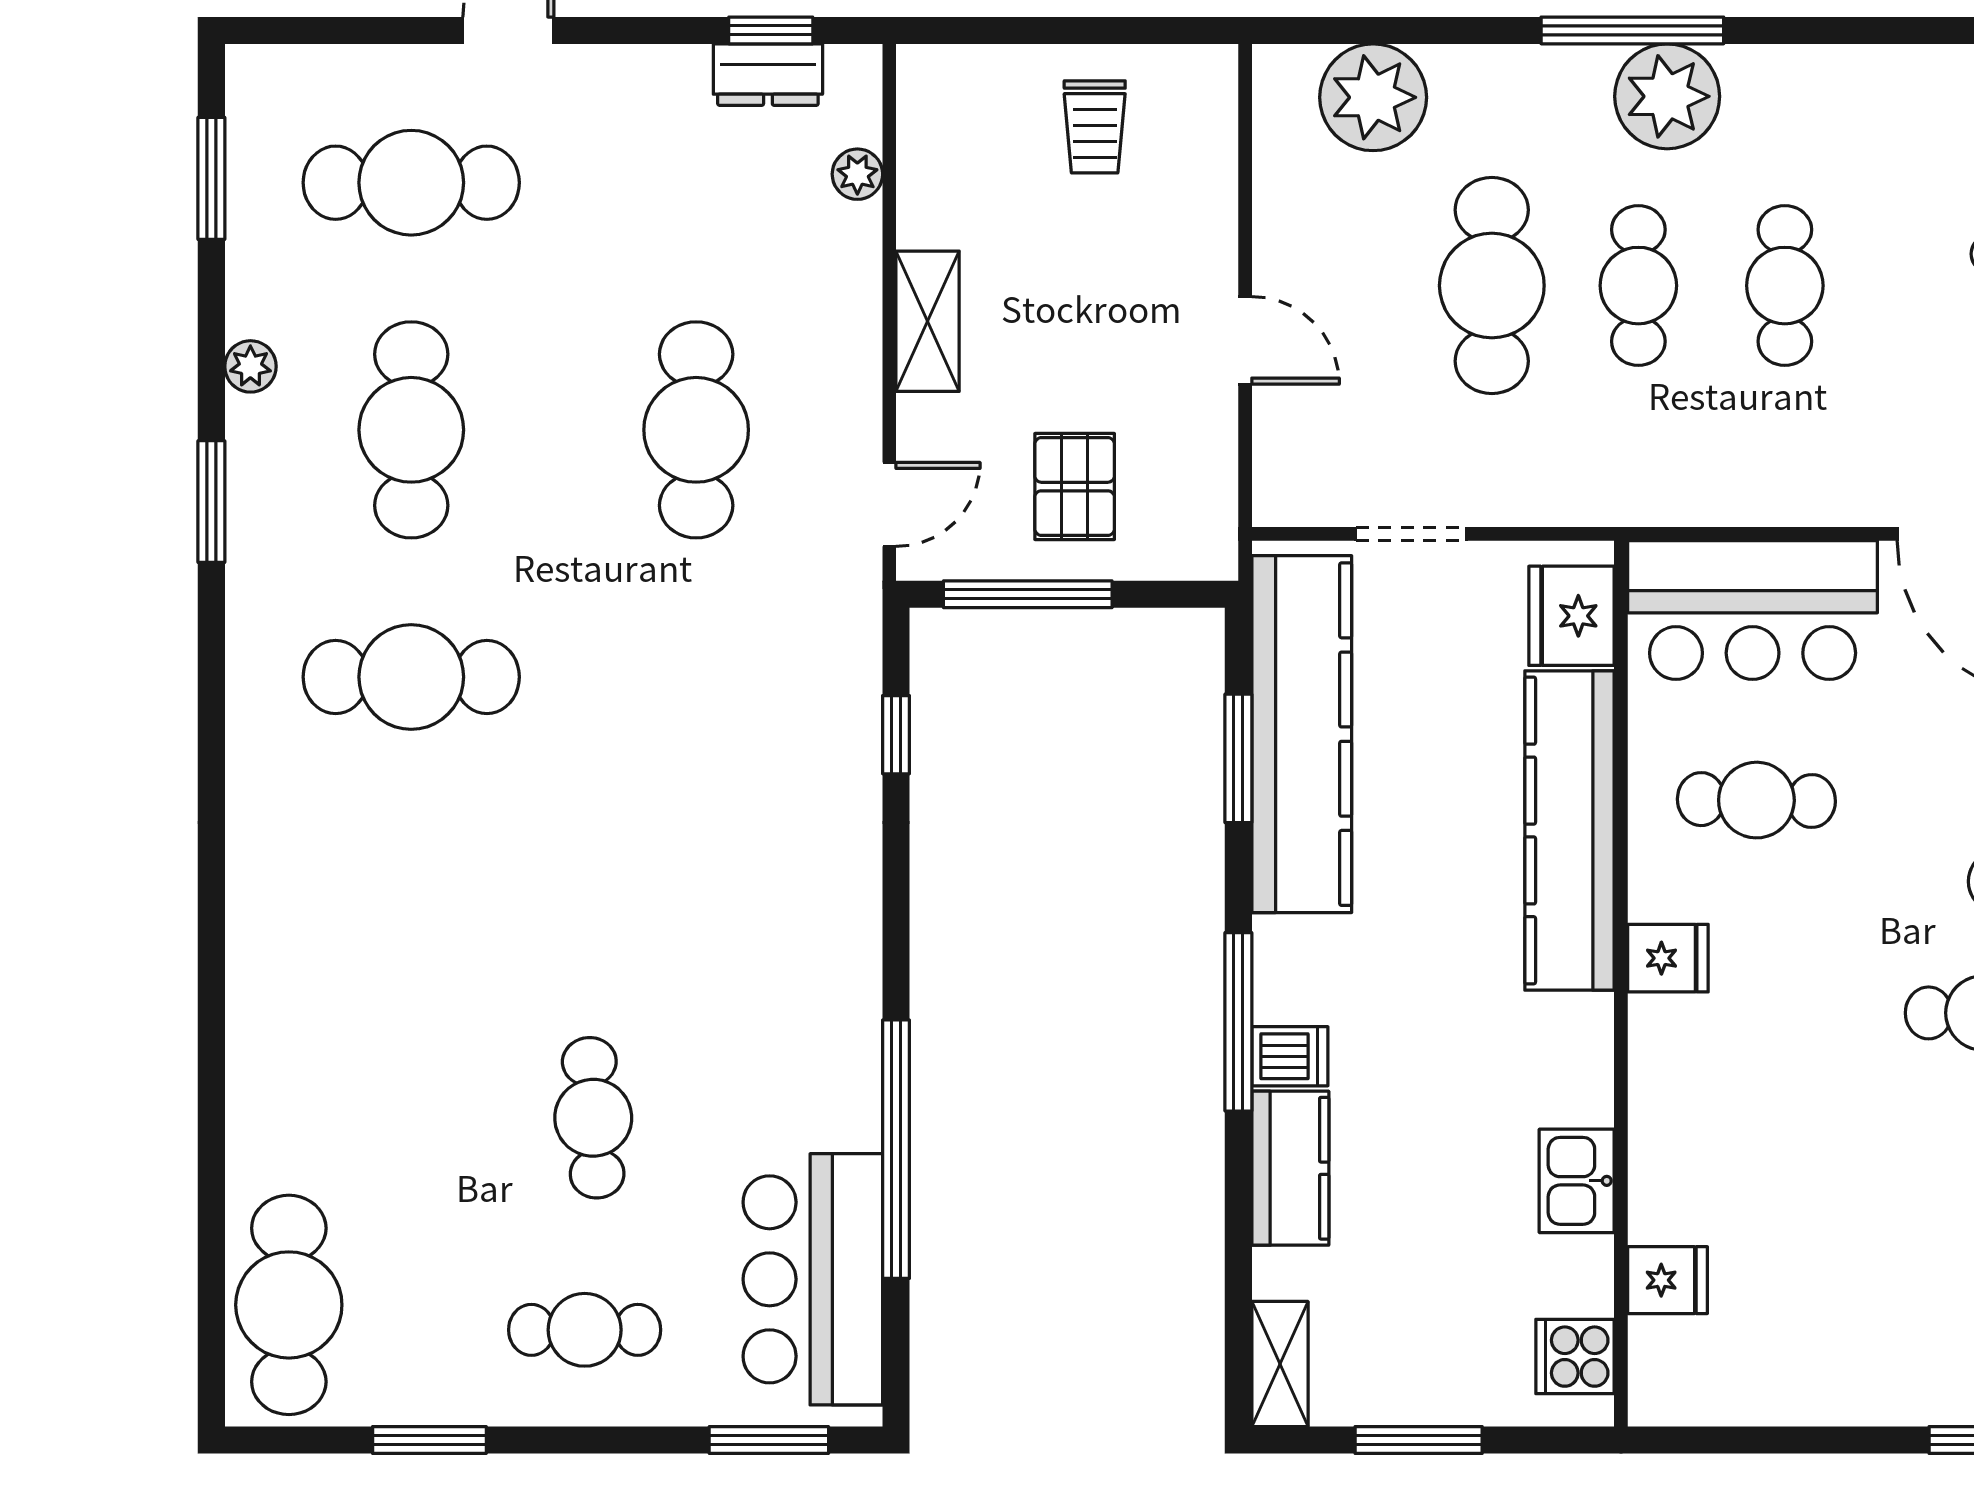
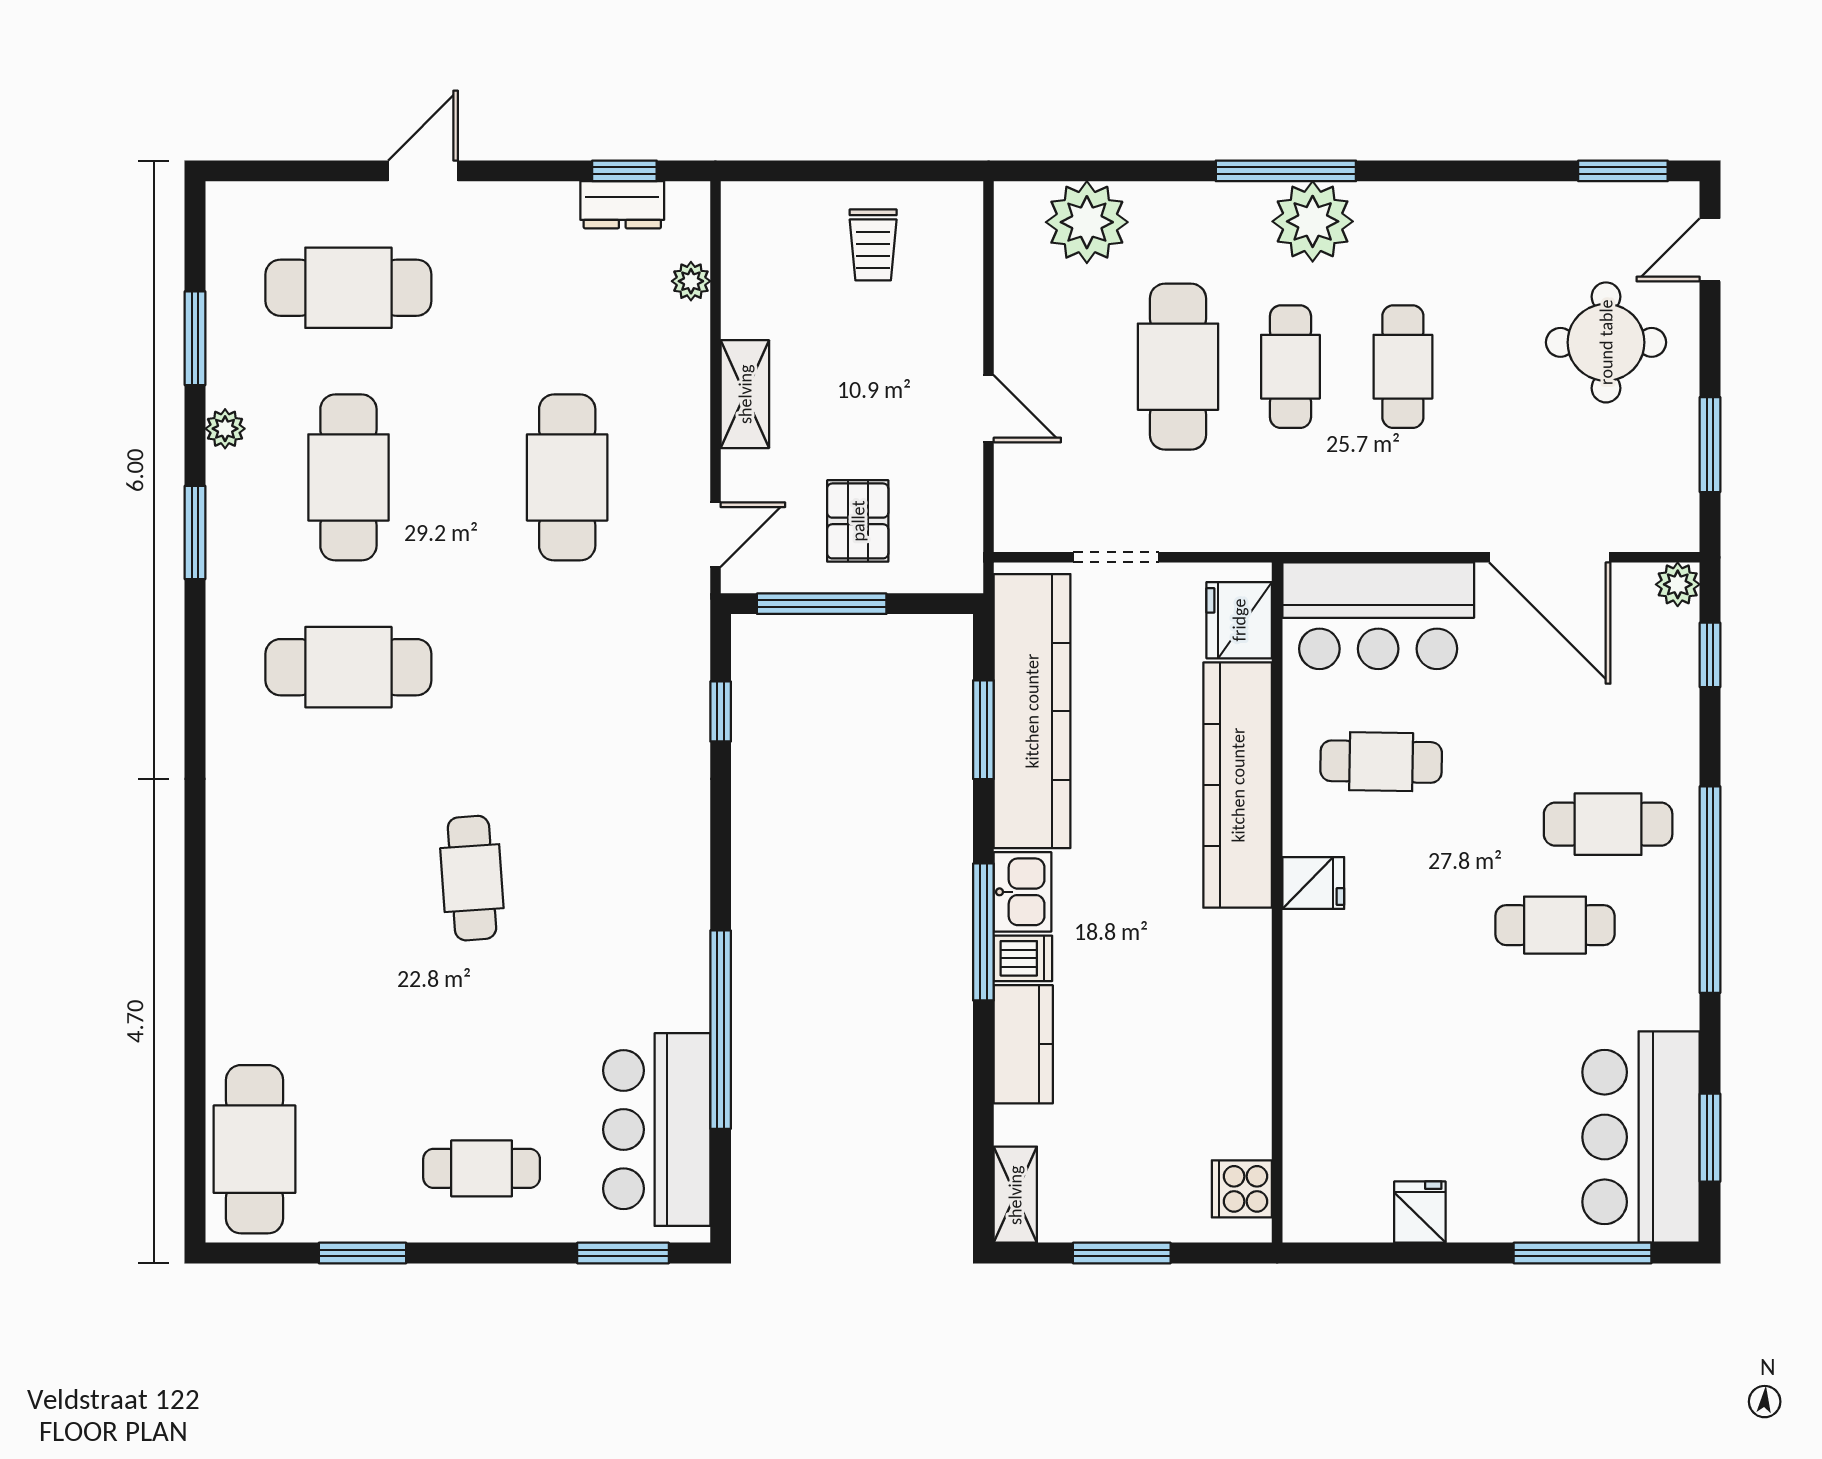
window: (211, 178) -> (195, 338), moved
cafe table: (593, 1118) -> (472, 878), moved
kitchen sink: (1577, 1181) -> (1022, 892), moved, turned 180
fridge: (1668, 1280) -> (1420, 1212), moved, turned -90

